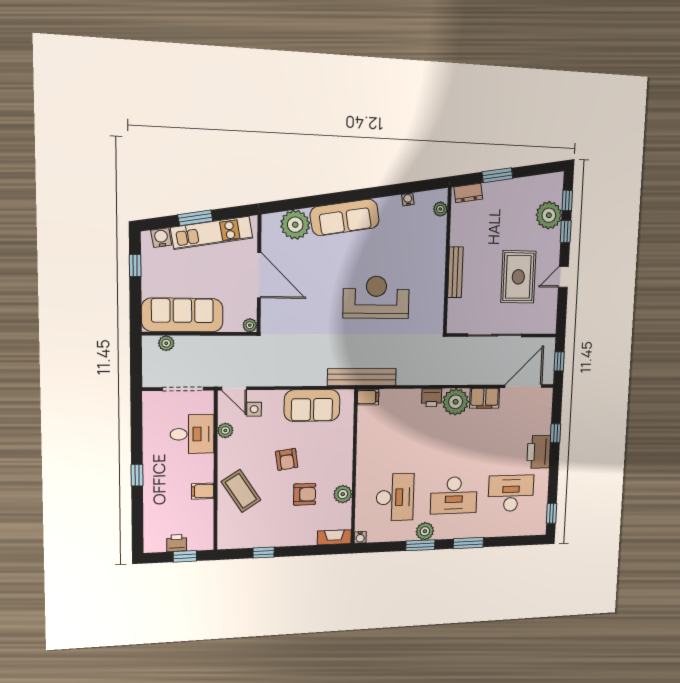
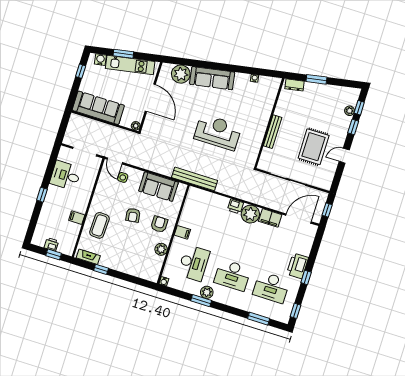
plant: (440, 209) -> (274, 90), removed
plant: (549, 215) -> (350, 111), width x0.53, depth x0.53
plant: (166, 343) -> (84, 121), removed
filing cabinet: (368, 397) -> (182, 232), moved
plant: (225, 430) -> (102, 185), removed
window: (555, 433) -> (306, 277), moved
desk: (192, 434) -> (65, 176), moved, turned 180
coffee table: (241, 491) -> (99, 225), turned 35
desk: (511, 493) -> (271, 287), turned 180
armchair: (305, 494) -> (159, 224), moved, turned -90
fireplace: (334, 537) -> (88, 257), moved
window: (468, 543) -> (259, 319), moved

